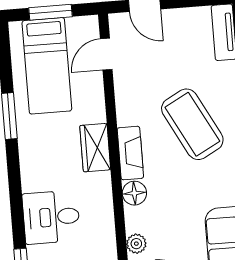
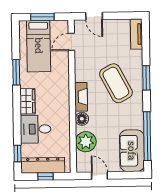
wardrobe: (95, 148) -> (27, 101), moved, turned 180
plant: (136, 244) -> (86, 142), width x1.88, depth x1.88

